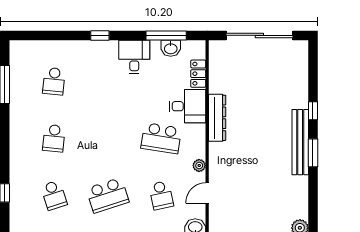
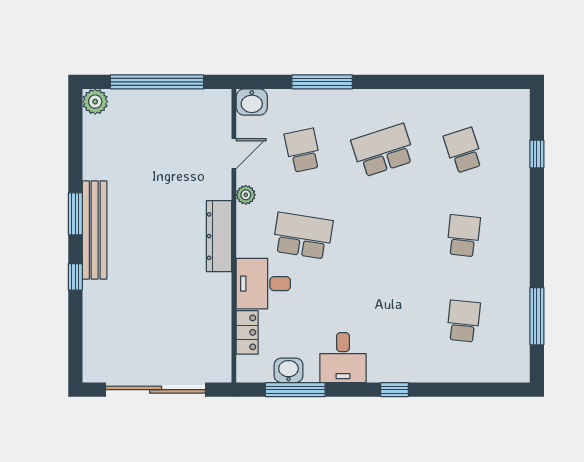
dresser: (217, 118) -> (219, 236), moved

